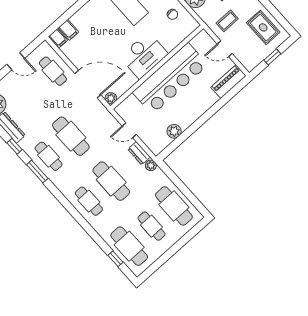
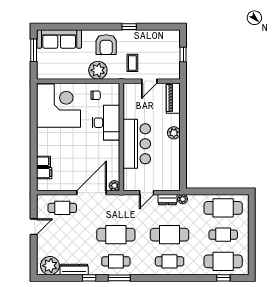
rug: (263, 27) -> (158, 43), removed
filing cabinet: (58, 38) -> (44, 161), moved
desk: (144, 55) -> (106, 123), moved
bar counter: (170, 79) -> (137, 144), width x0.73
plant: (174, 131) -> (174, 133), moved

